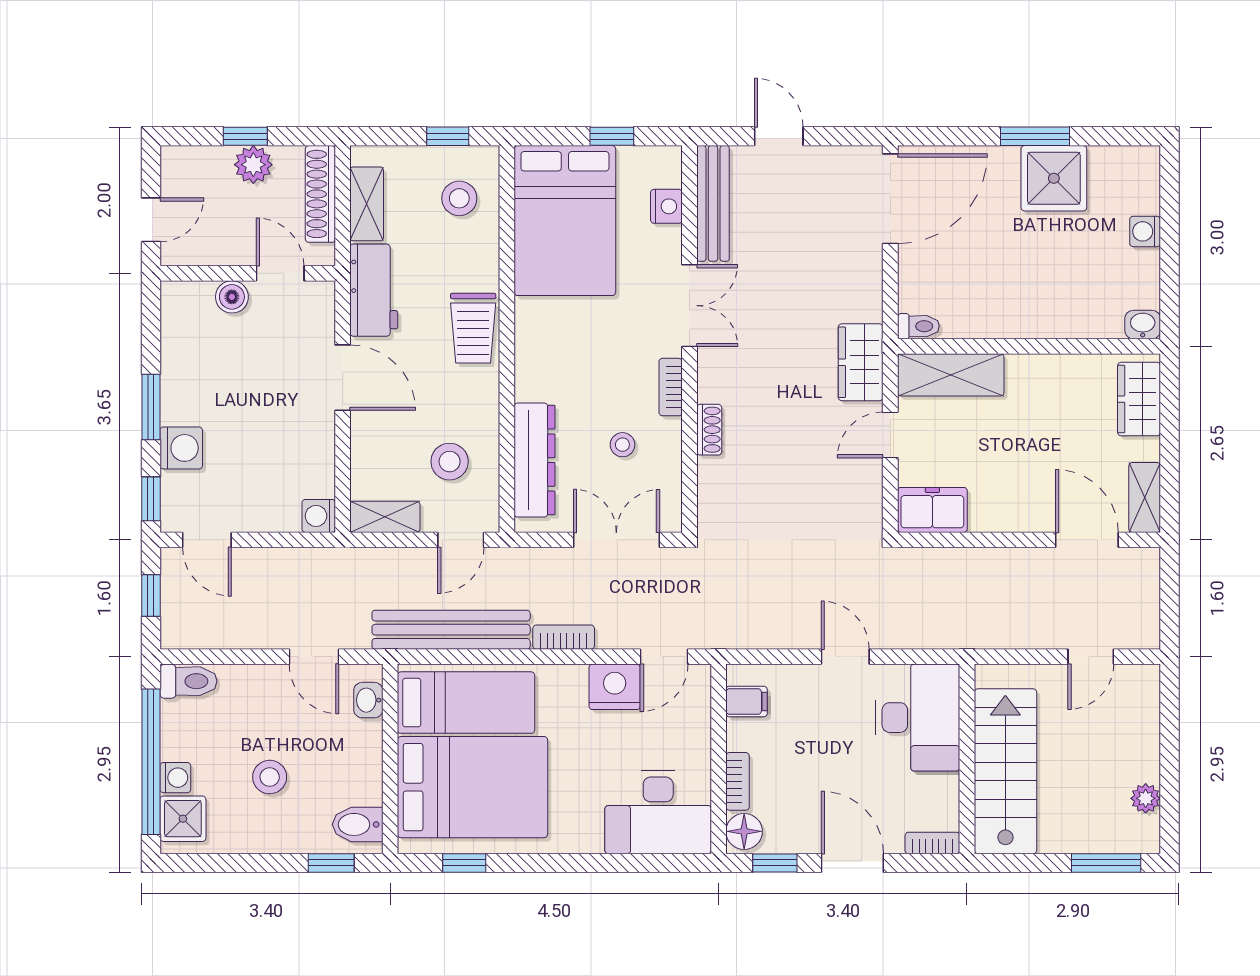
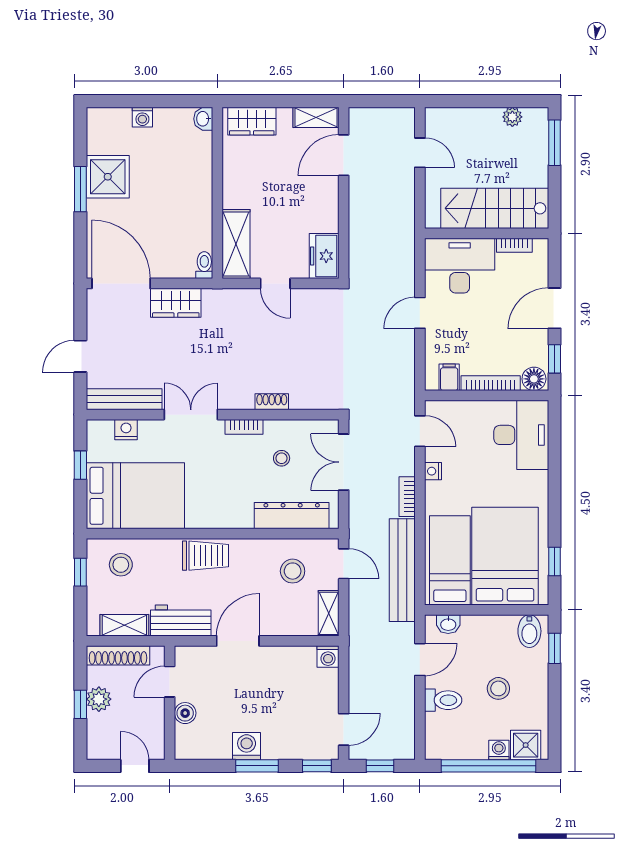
wardrobe: (861, 362) -> (176, 303), moved
washing machine: (181, 448) -> (247, 746), moved
toilet: (188, 681) -> (443, 700), moved, turned 90
nightstand: (615, 687) -> (433, 471), width x0.53, depth x0.56
bookcase: (738, 781) -> (491, 383), width x1.56
bookcase: (932, 843) -> (514, 245), moved, turned -90

